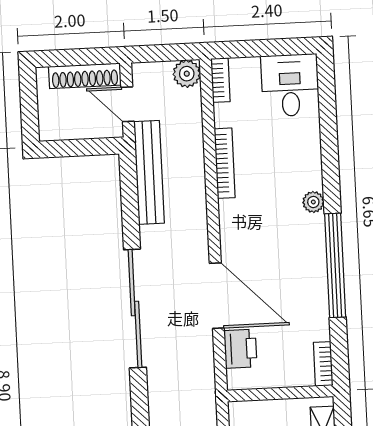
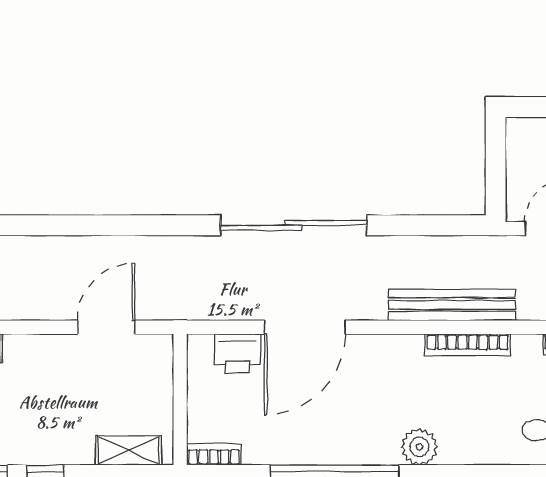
bench: (149, 172) -> (452, 305), moved
plant: (313, 202) -> (419, 447), width x1.38, depth x1.38

